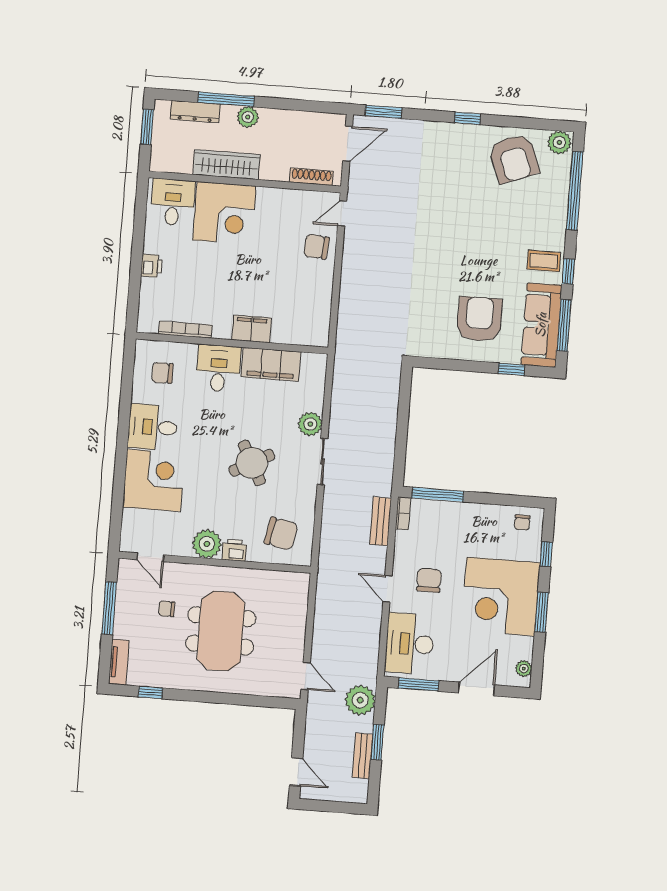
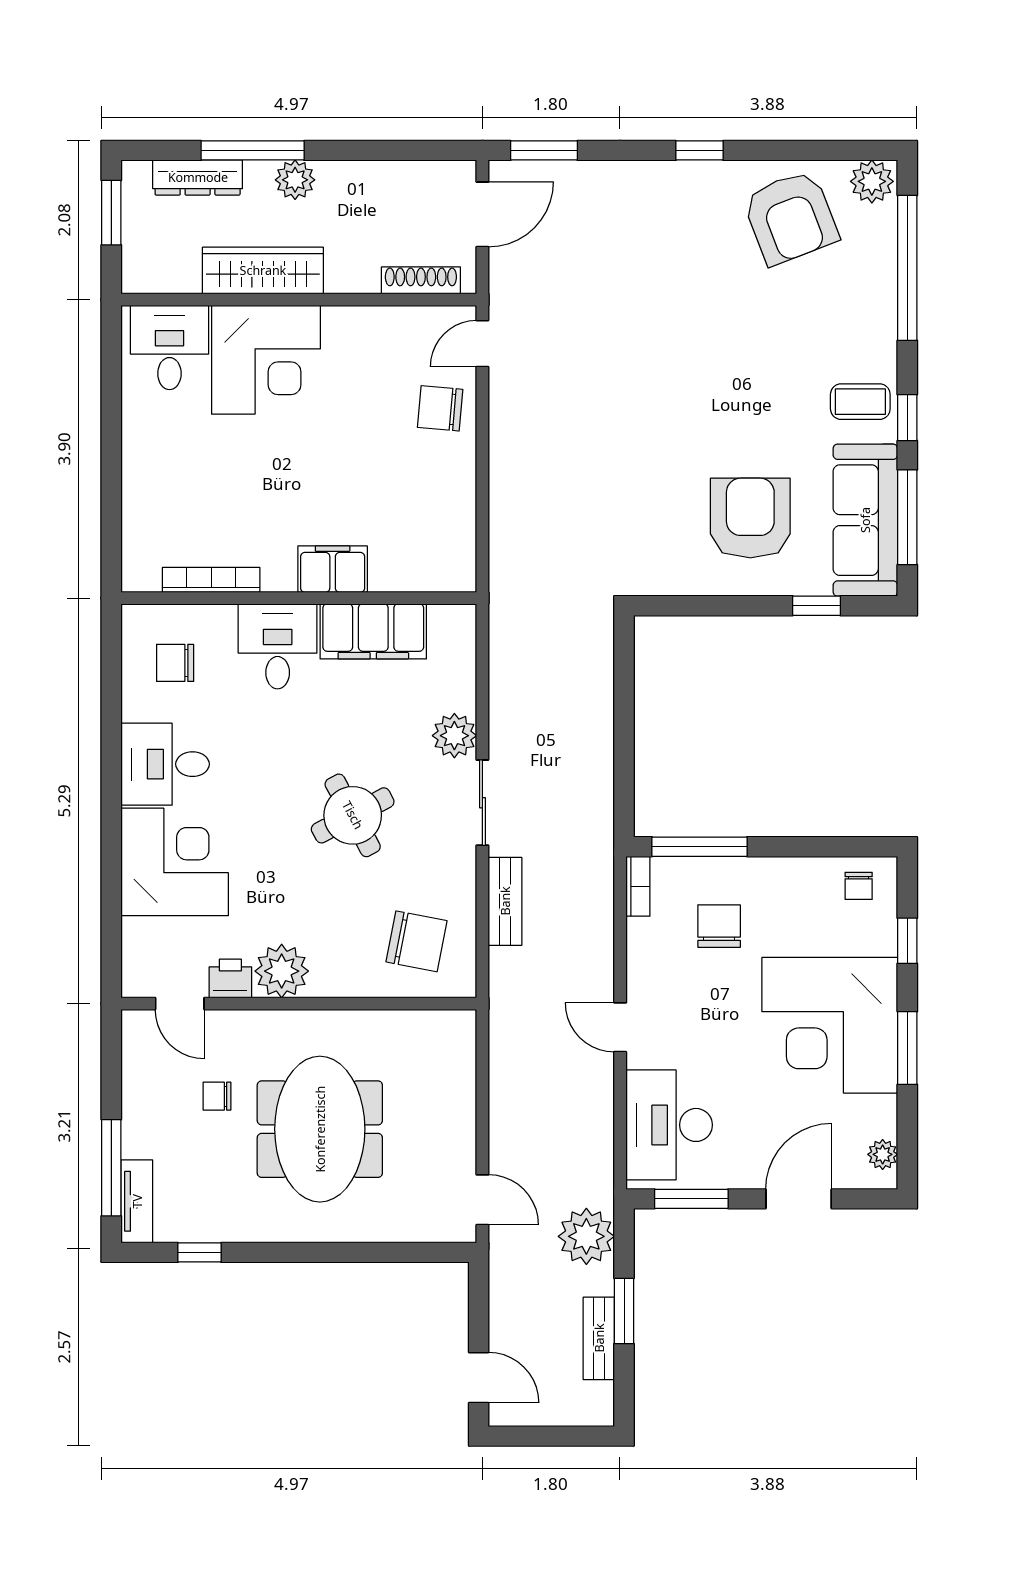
printer: (152, 266) -> (140, 467), removed
bench: (380, 521) -> (505, 901), moved
printer: (234, 550) -> (230, 979), moved
chair: (429, 580) -> (719, 926), moved
window: (109, 608) -> (111, 1168), moved

